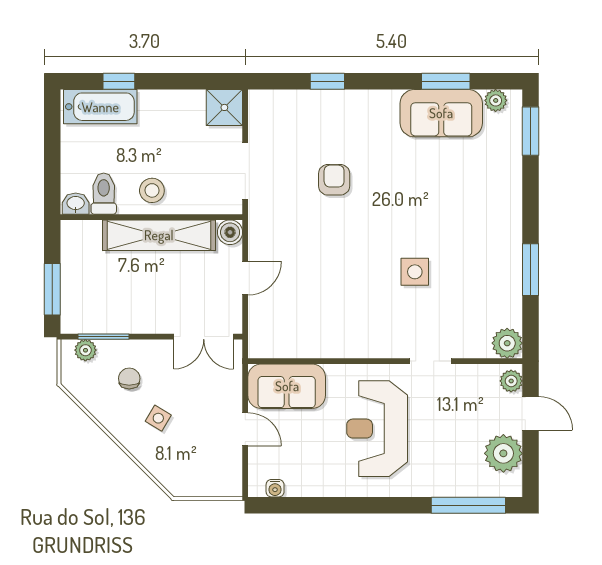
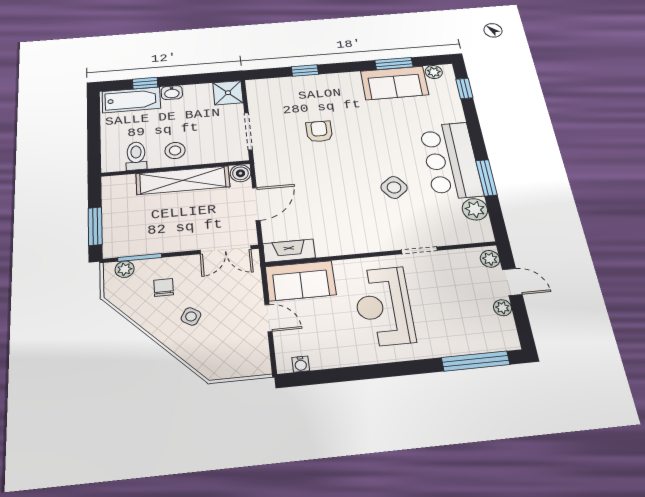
window: (531, 131) -> (464, 88), width x0.67
washbasin: (76, 204) -> (172, 93), moved, turned 180
bar counter: (492, 240) -> (451, 160), added
side table: (415, 272) -> (394, 187), turned -38
door: (245, 278) -> (256, 204), width x1.37
plant: (507, 343) -> (475, 209), moved
fireplace: (278, 346) -> (289, 251), added
plant: (503, 453) -> (503, 308), width x0.53, depth x0.53

